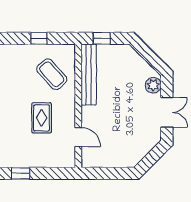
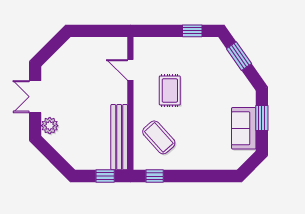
window: (39, 38) -> (155, 176), moved

